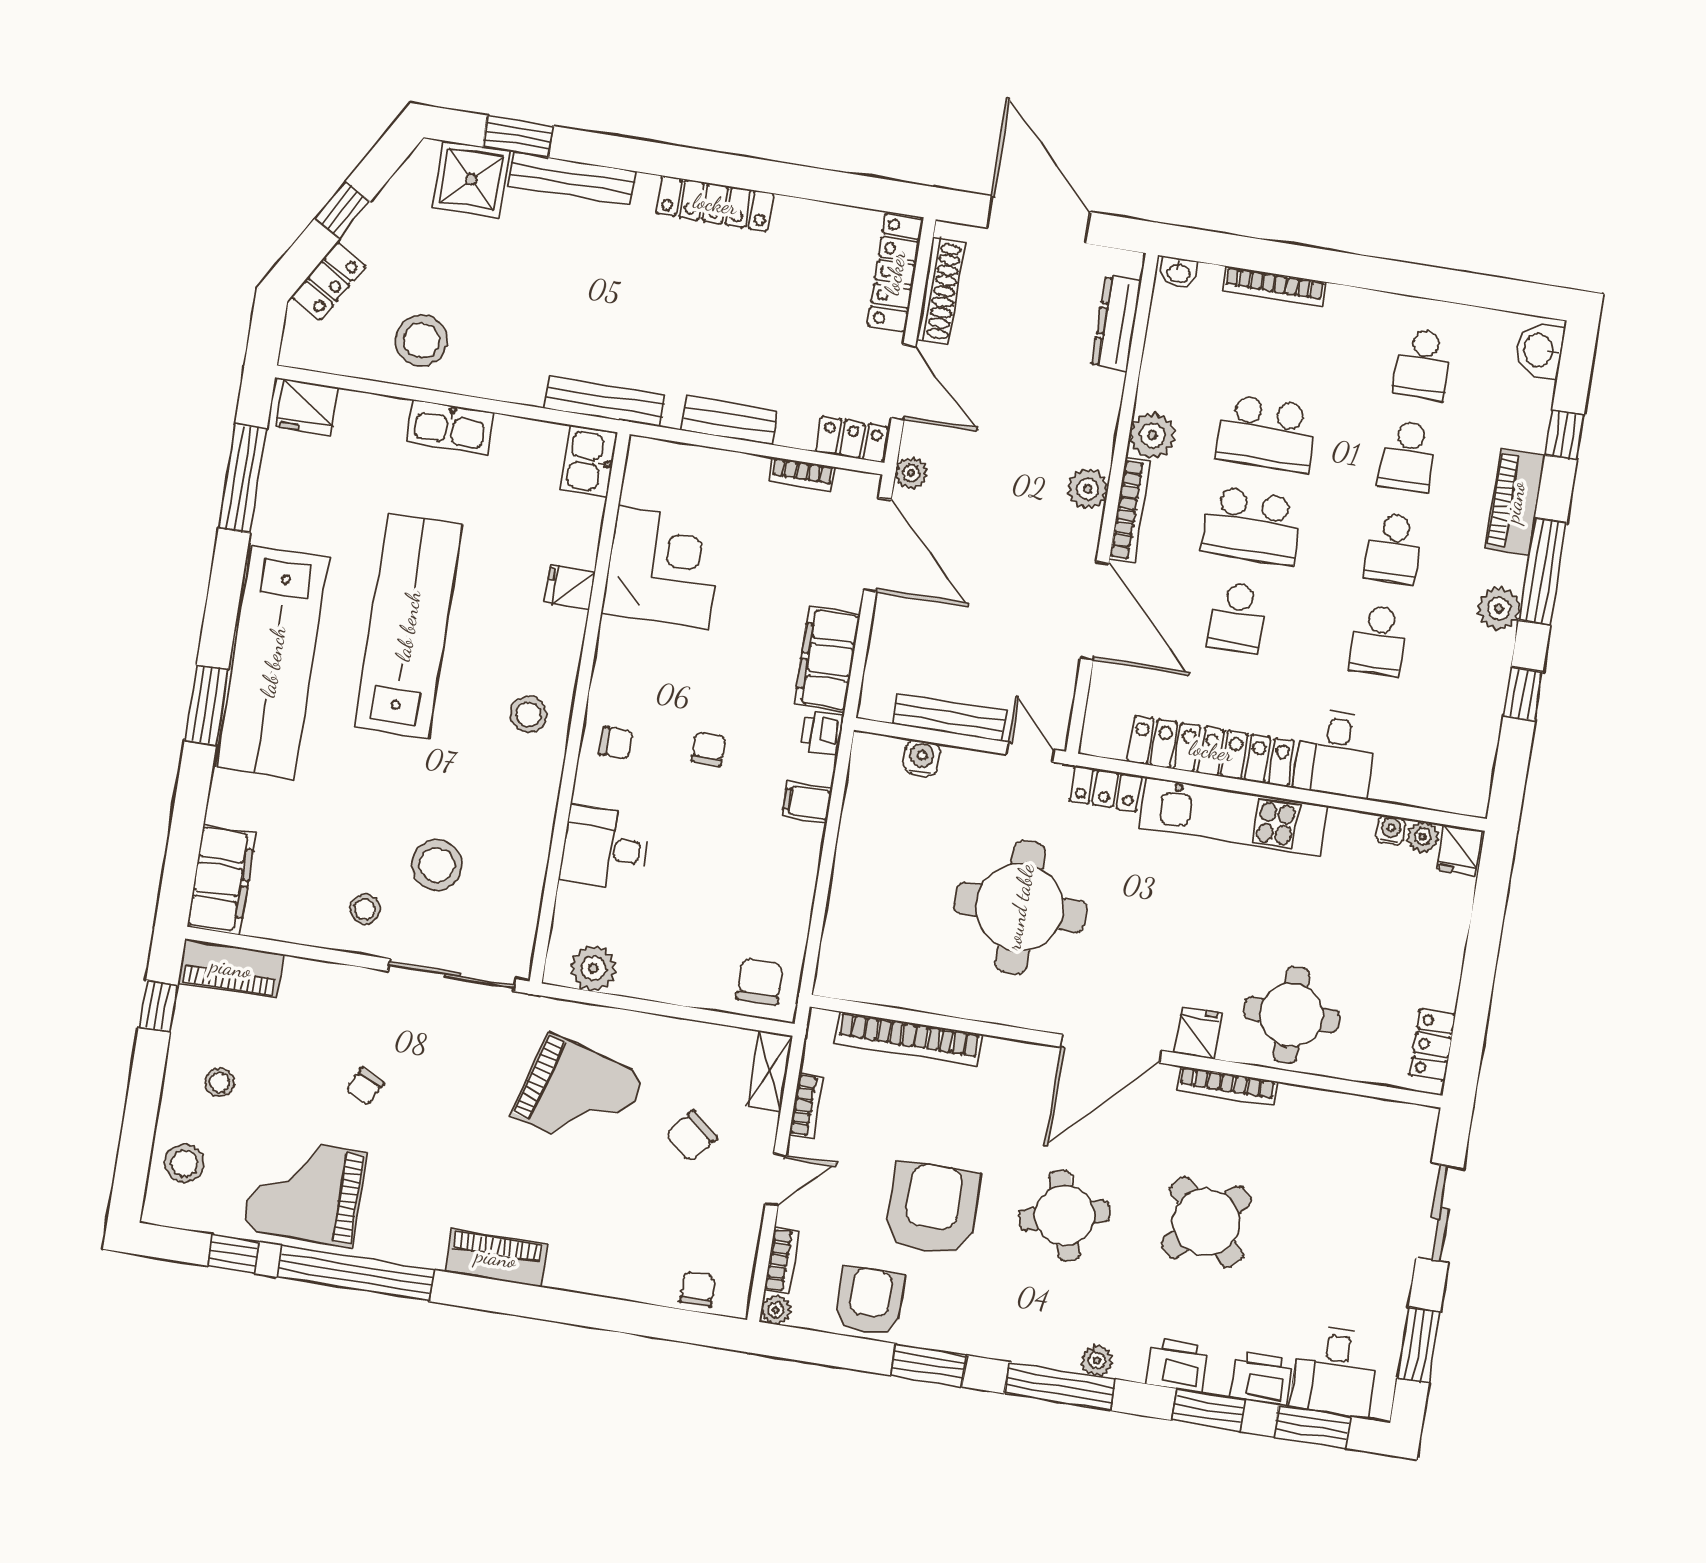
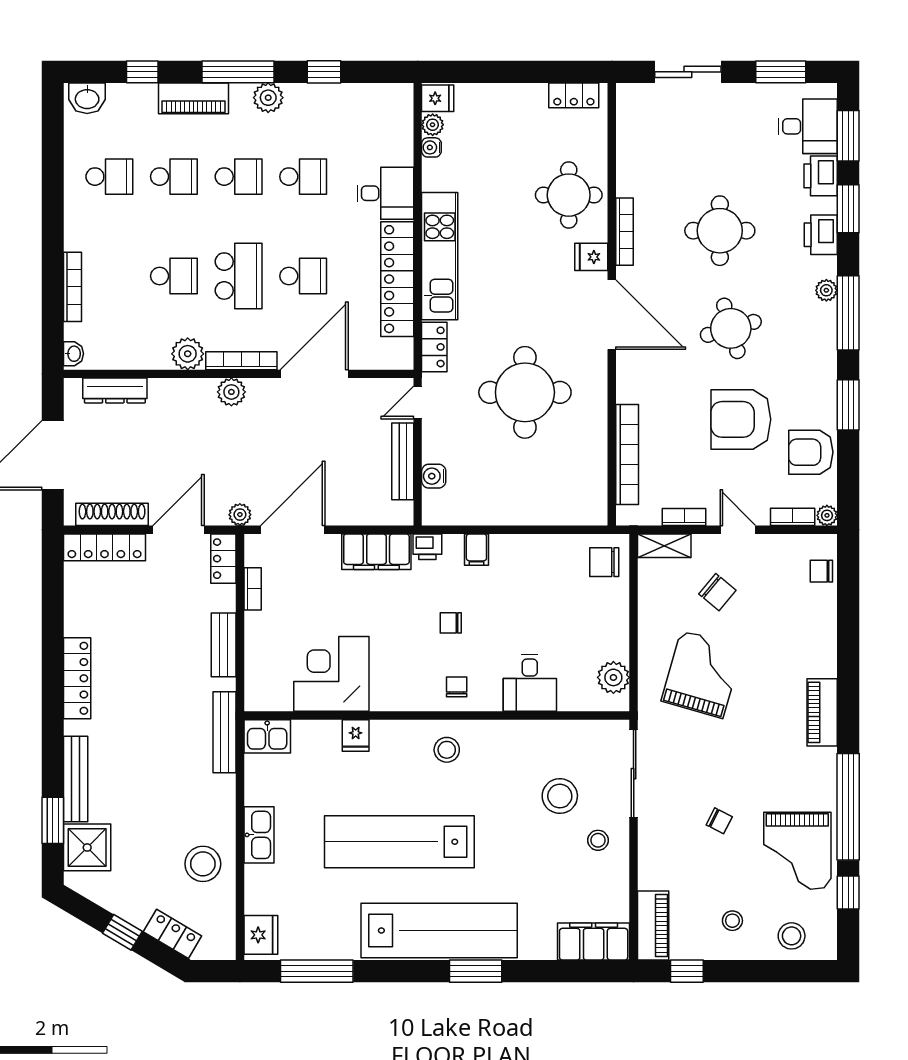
school desk: (1266, 434) -> (174, 276), width x0.54
round table: (1206, 1222) -> (720, 231), turned 45

